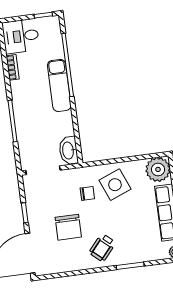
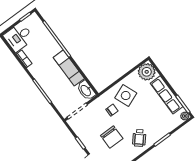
exam couch: (59, 85) -> (69, 68), moved

